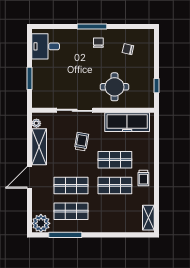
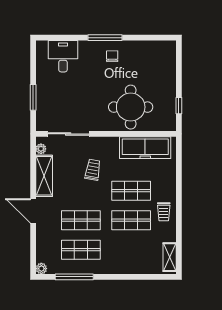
desk: (46, 46) -> (63, 56), moved, turned 90
chair: (128, 49) -> (146, 64), removed
round table: (114, 87) -> (131, 107), width x1.36, depth x1.36
sliding door: (75, 110) -> (68, 134), moved
door: (29, 177) -> (33, 211), hinge flipped
plant: (41, 223) -> (41, 269), width x0.53, depth x0.53

